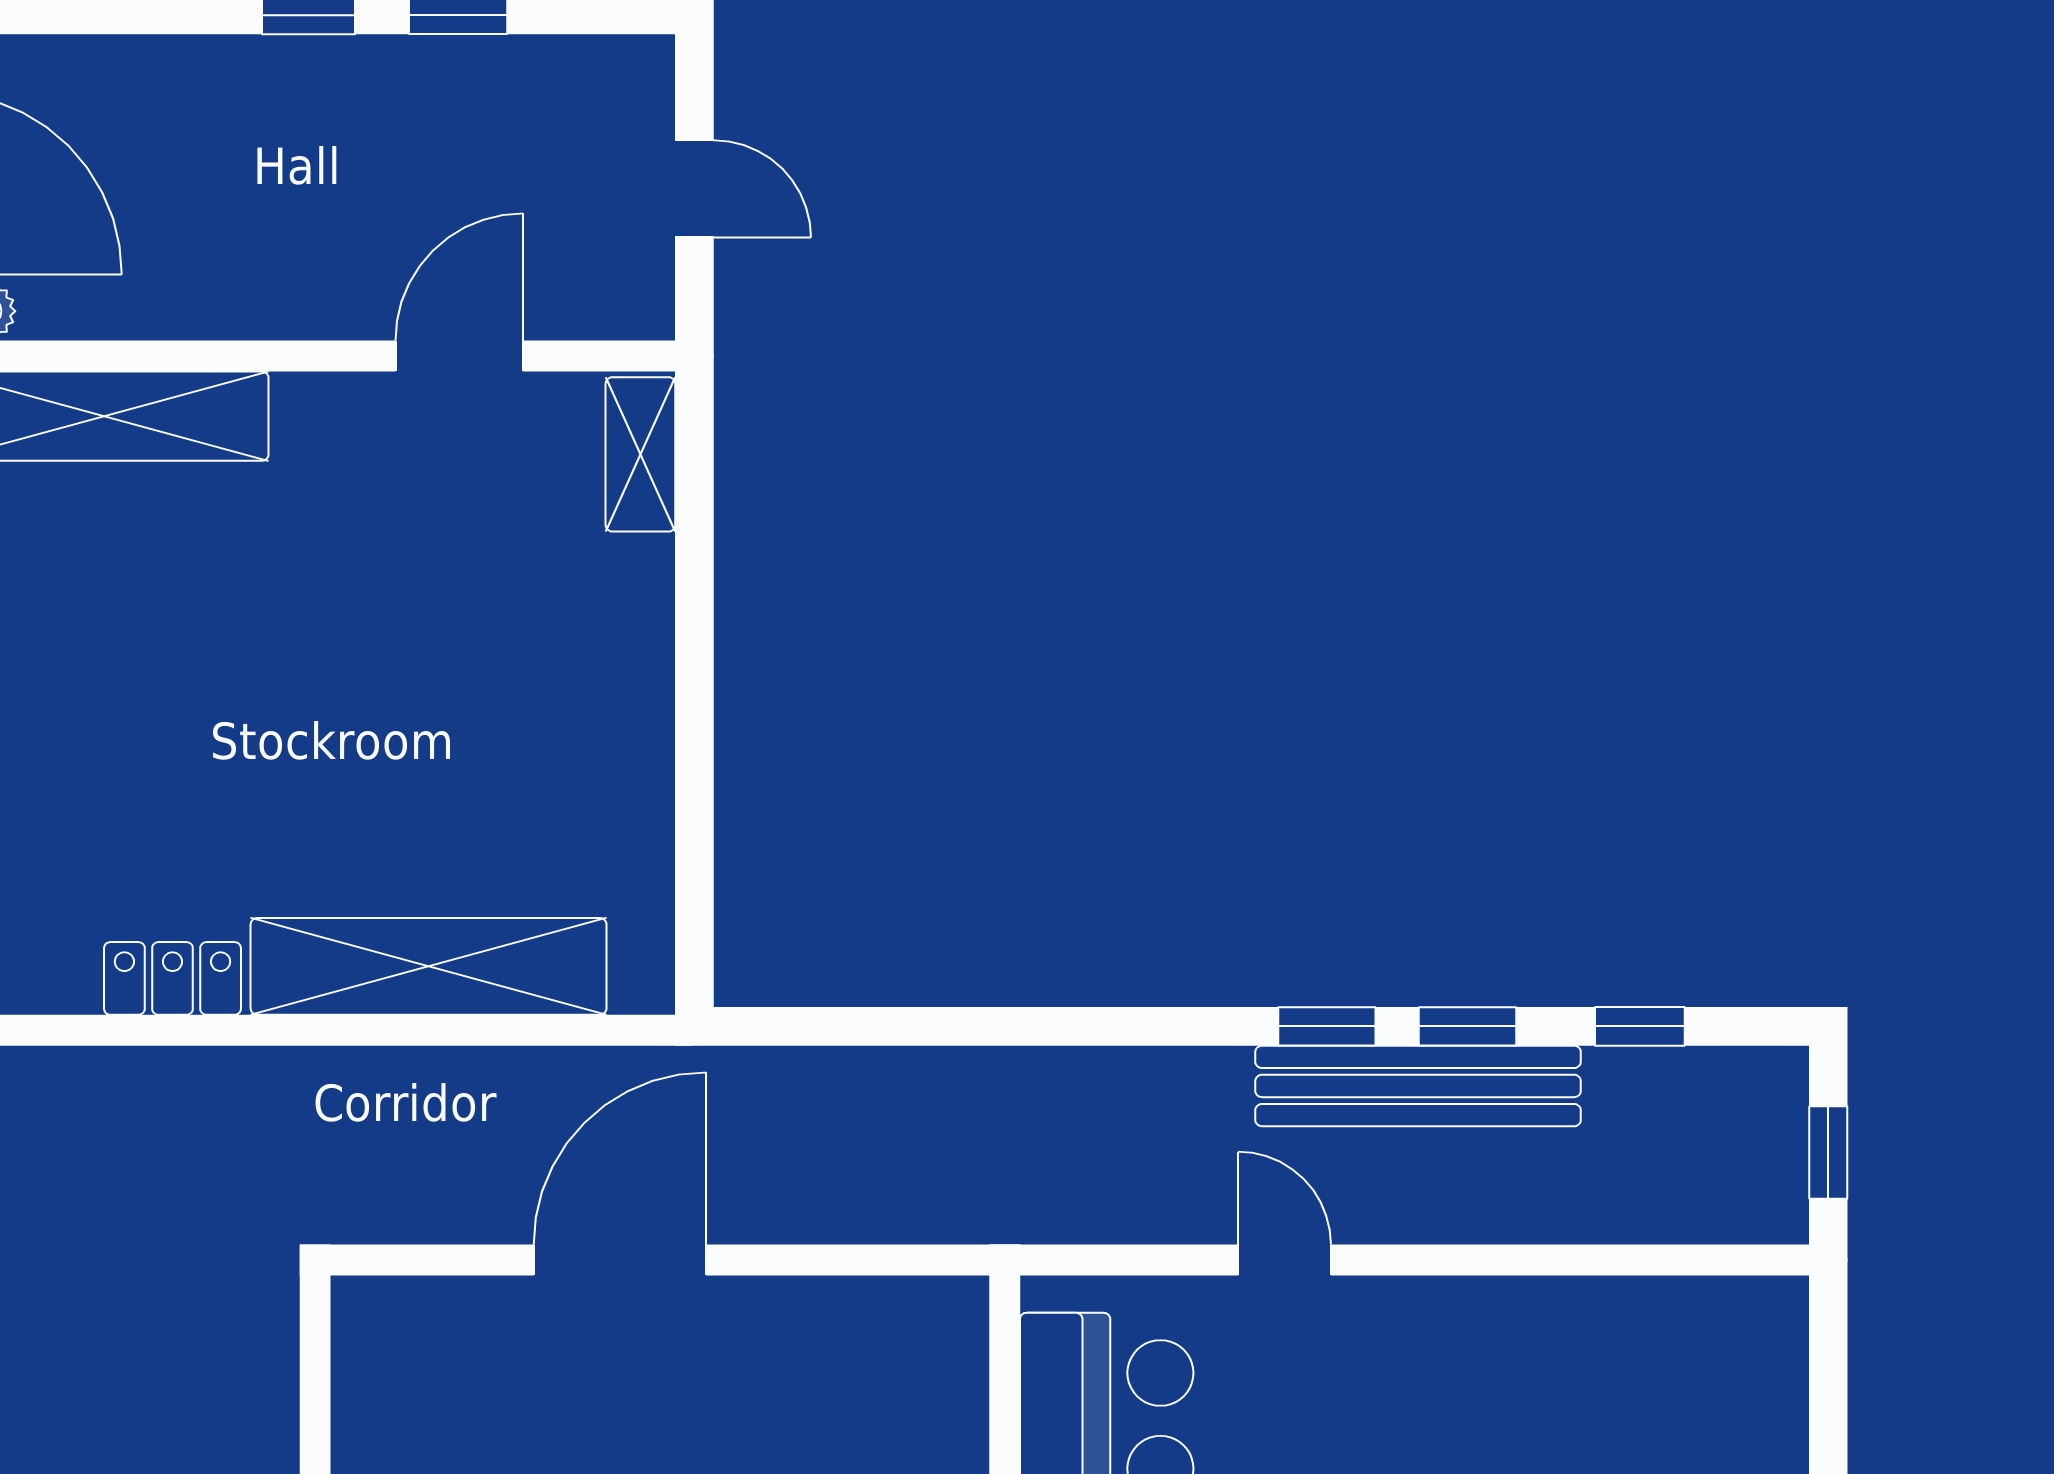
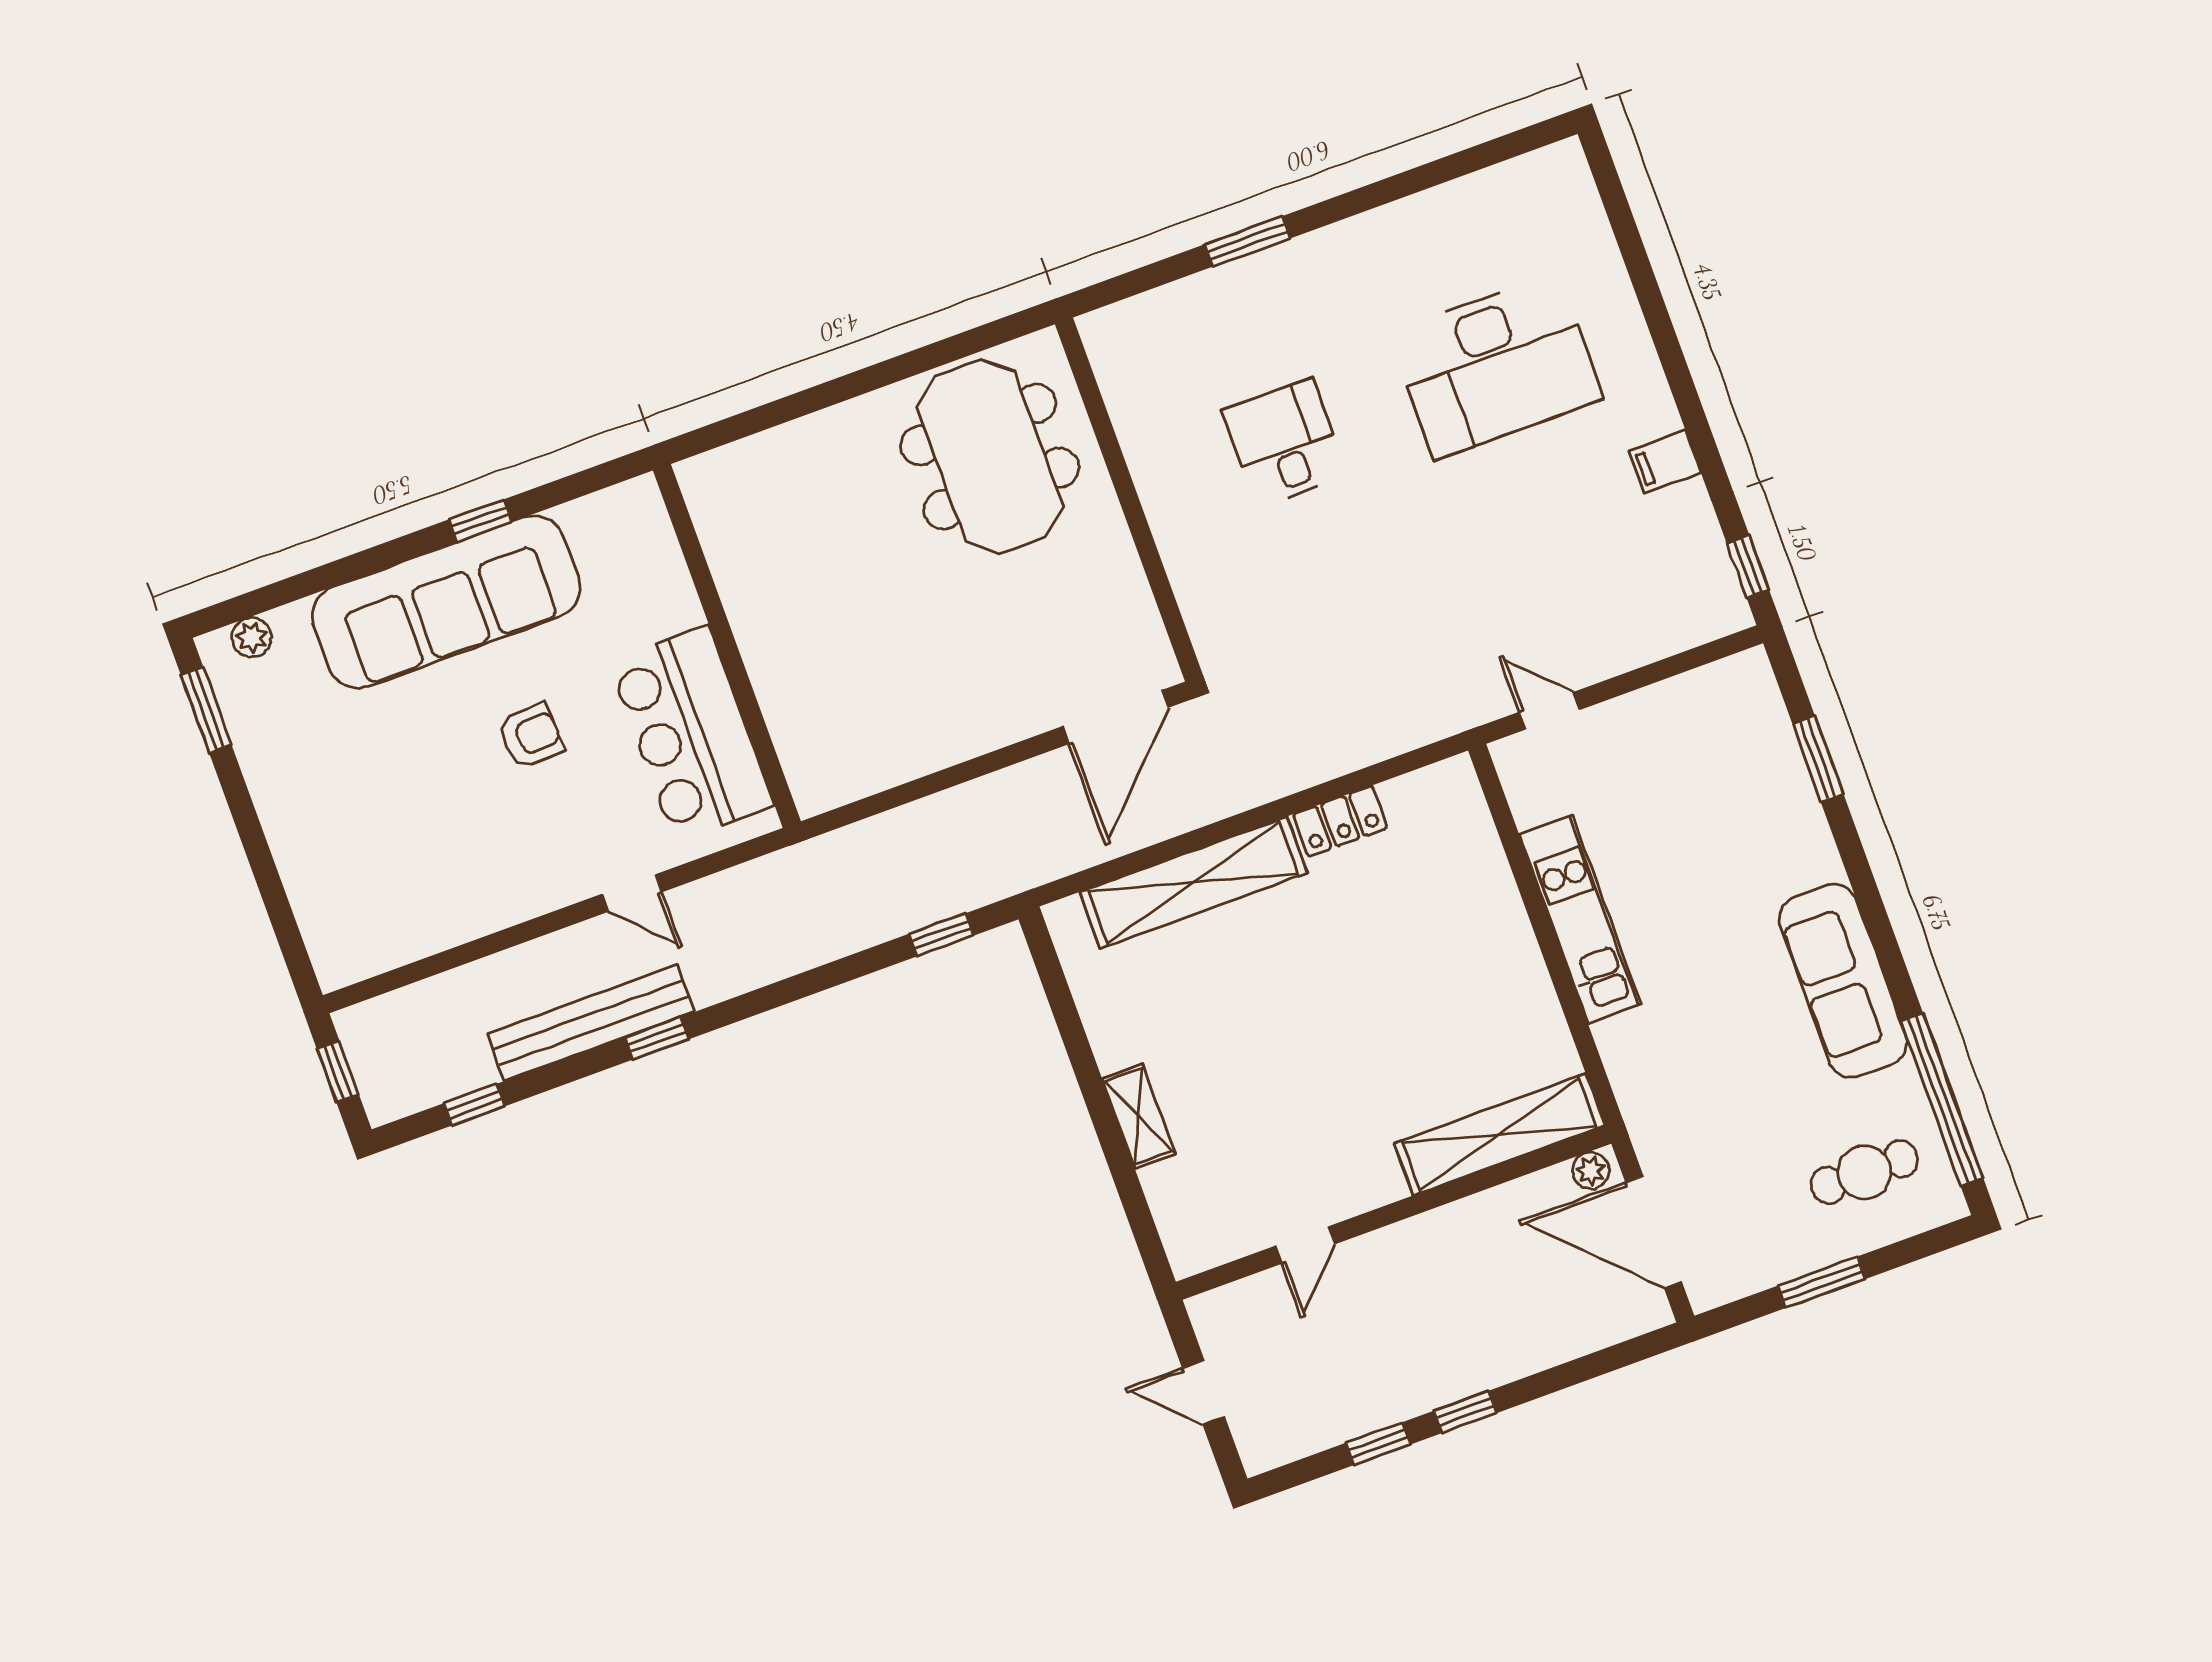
door: (459, 356) -> (1305, 1245), width x0.73
shelving: (640, 454) -> (1139, 1116), moved
window: (1468, 1026) -> (941, 935), moved
door: (620, 1260) -> (1116, 717), moved

